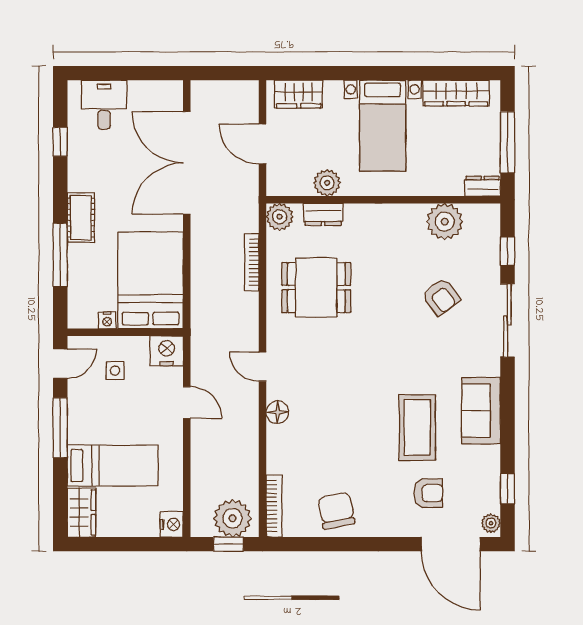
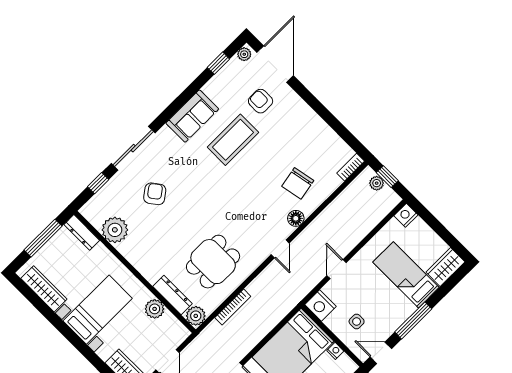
dresser: (483, 186) -> (82, 232), width x1.44
dresser: (323, 214) -> (173, 295), width x1.44
dining table: (316, 288) -> (213, 262), turned 90
bookcase: (274, 506) -> (351, 167), width x0.64
chair: (336, 511) -> (298, 183), moved
plant: (232, 518) -> (377, 183), width x0.53, depth x0.53

